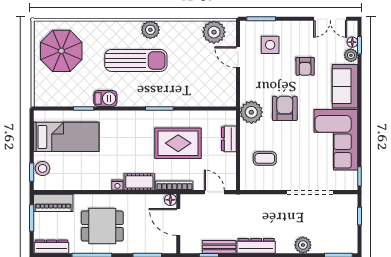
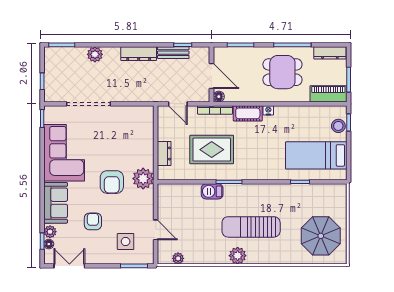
plant: (214, 32) -> (178, 258), width x0.53, depth x0.53
barbecue: (105, 98) -> (212, 191), moved
coffee table: (265, 158) -> (131, 135), removed

